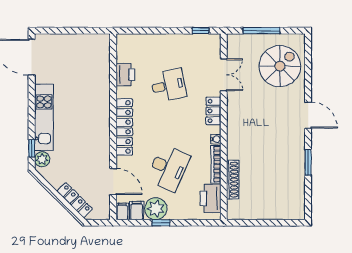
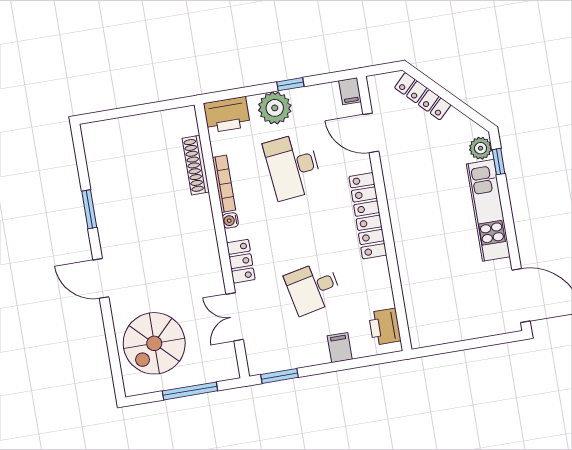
window: (201, 31) -> (280, 376), width x1.50
printer: (125, 75) -> (385, 327), moved
desk: (168, 168) -> (293, 166), turned -30
printer: (211, 198) -> (227, 115), moved, turned 90
plant: (156, 209) -> (275, 108), moved
filing cabinet: (137, 211) -> (340, 348), moved, turned 180

